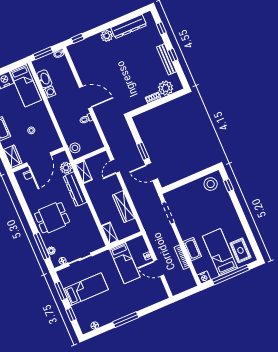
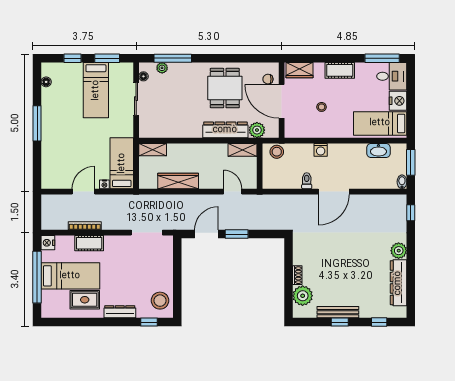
washing machine: (50, 92) -> (321, 150), moved
dresser: (230, 208) -> (120, 312), added
dining table: (52, 218) -> (225, 88), moved
rug: (240, 250) -> (85, 300), moved
bed: (125, 263) -> (122, 163), moved, turned 90

